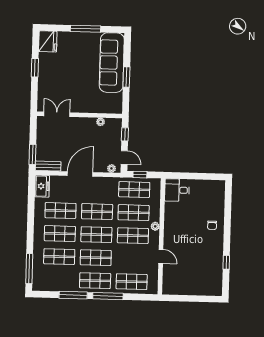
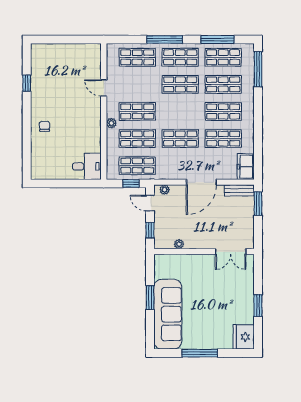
shop shelf: (96, 235) -> (223, 57), moved
window: (73, 295) -> (218, 40), moved

